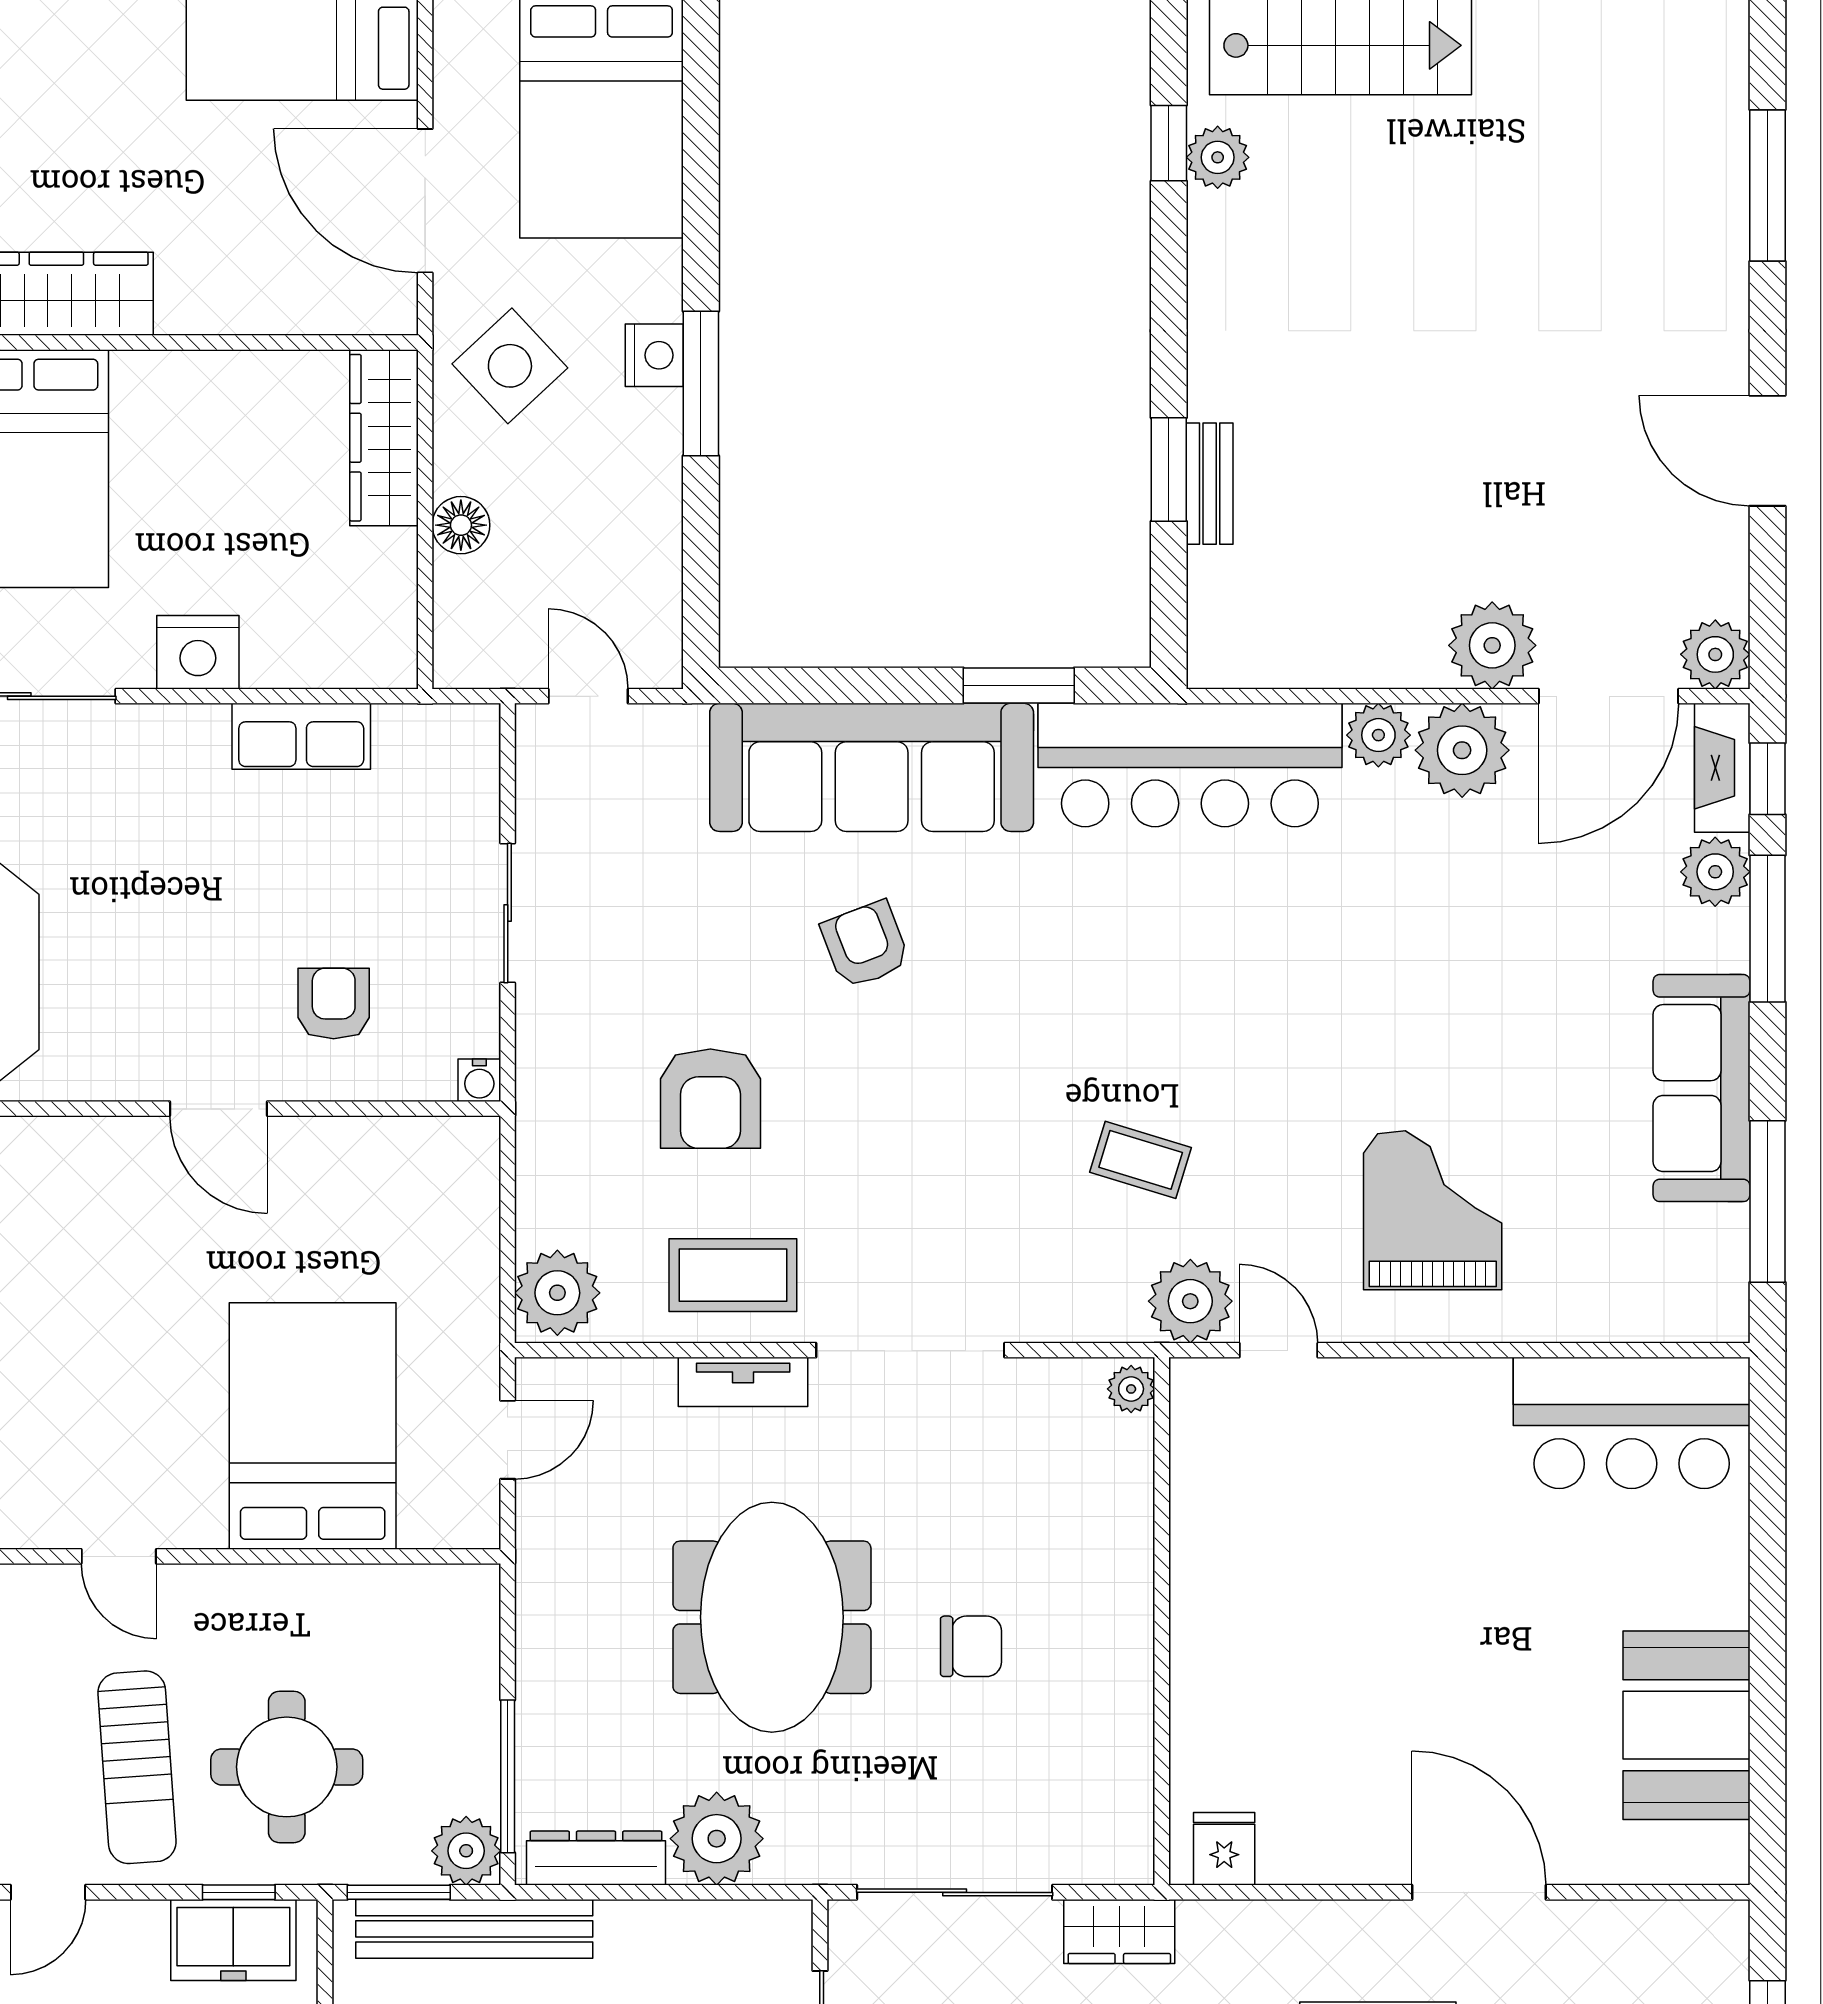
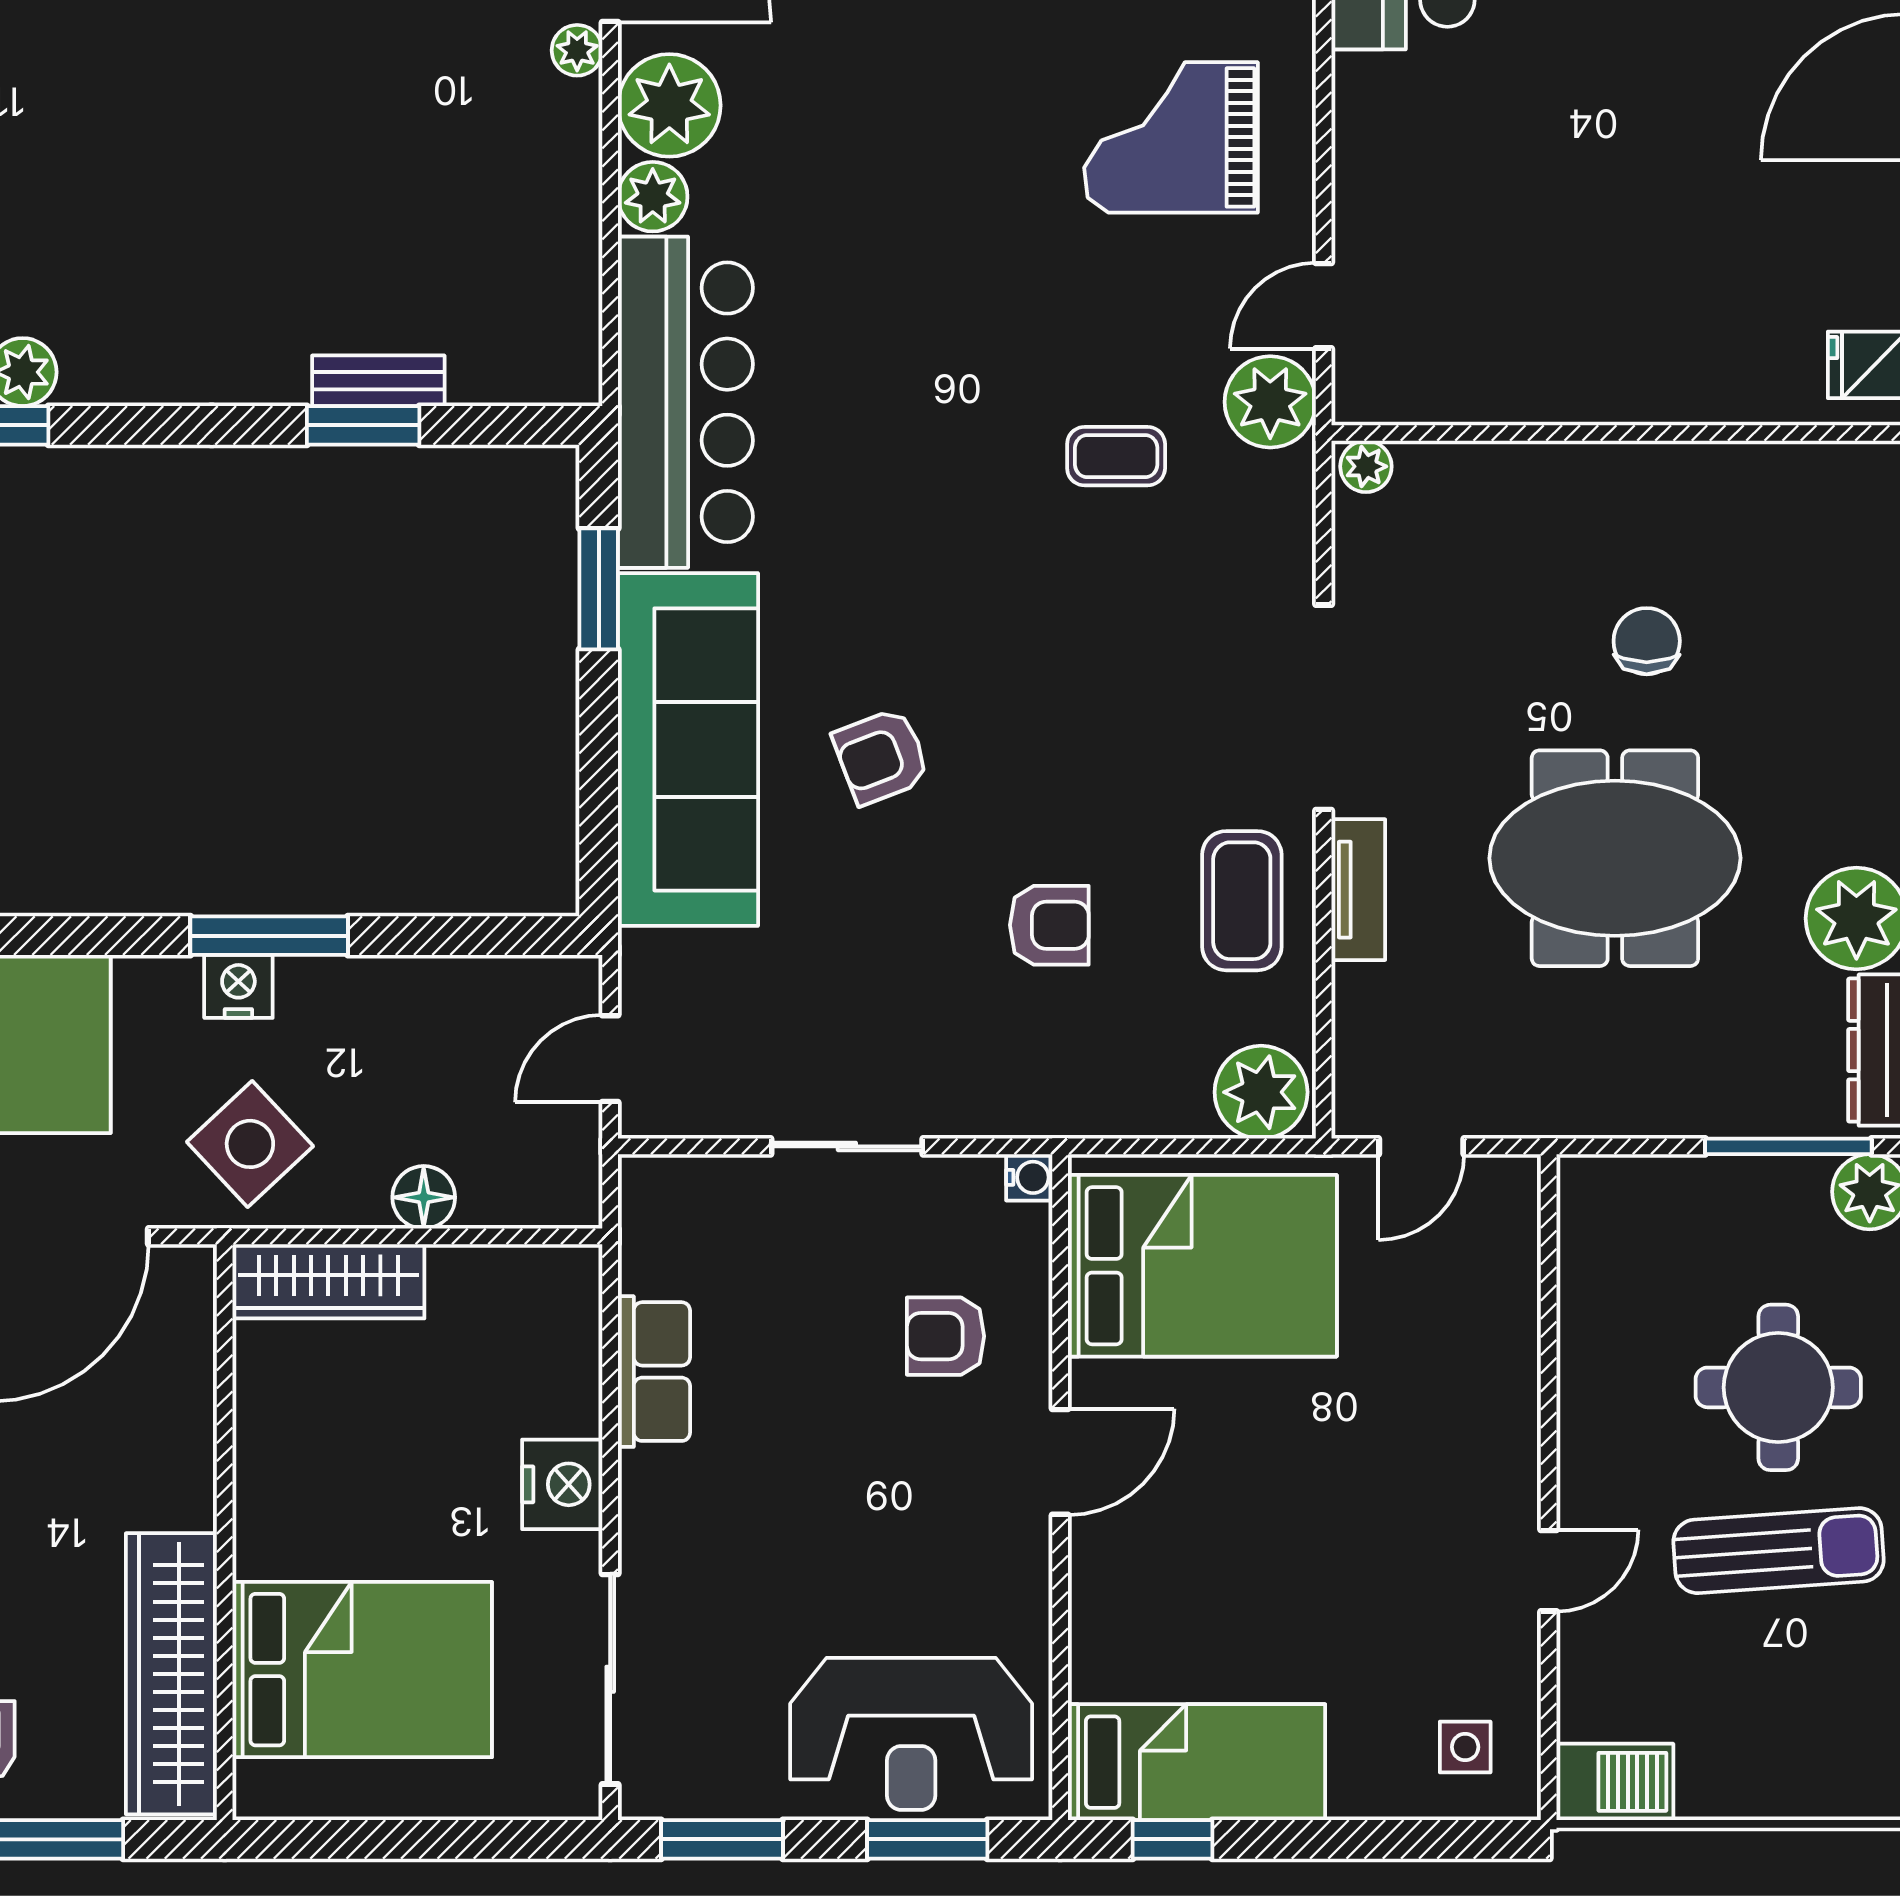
plant: (1492, 645) -> (577, 50), width x0.53, depth x0.53
armchair: (710, 1099) -> (1049, 925), width x0.72, depth x0.72
coffee table: (1141, 1160) -> (1116, 456), turned 73
bed: (313, 1426) -> (1202, 1266), moved, turned 180
door: (508, 1440) -> (1421, 1146), swing flipped

